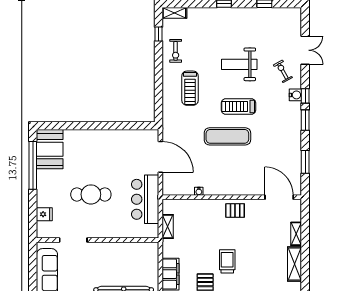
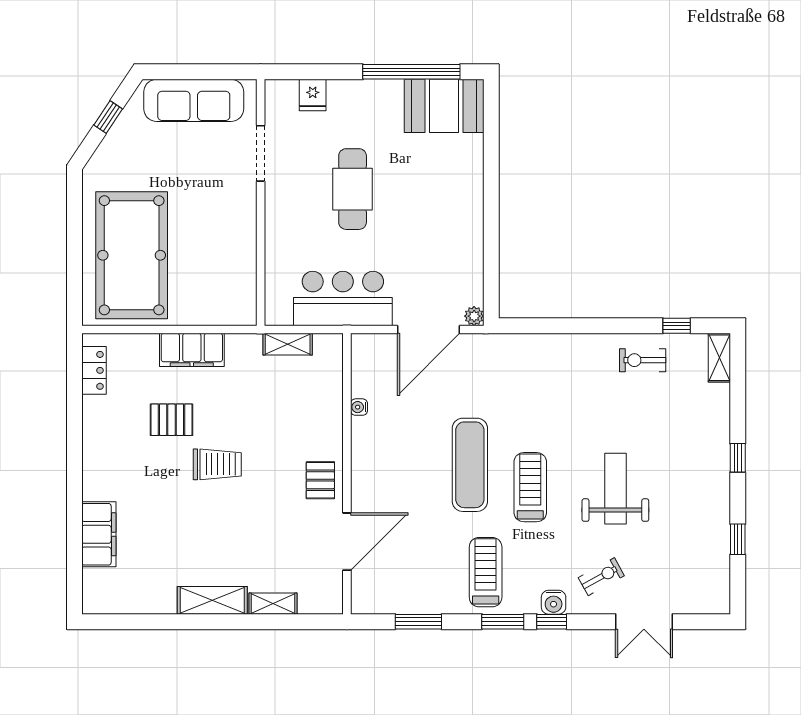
treadmill: (190, 88) -> (486, 572), moved, turned 90
plant: (154, 134) -> (474, 316), added
door: (279, 197) -> (347, 542), moved

